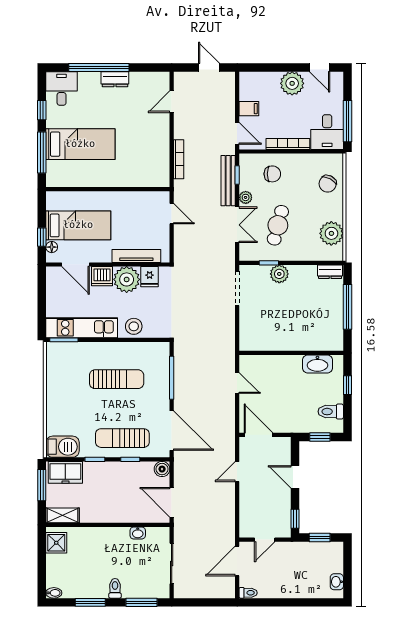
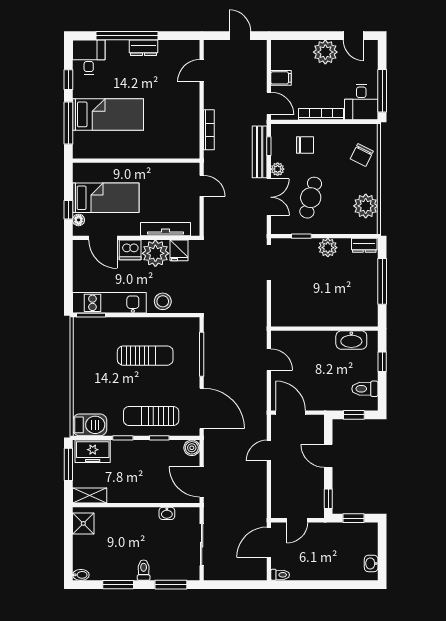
plant: (279, 274) -> (328, 248), moved

